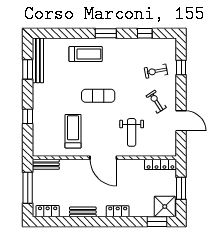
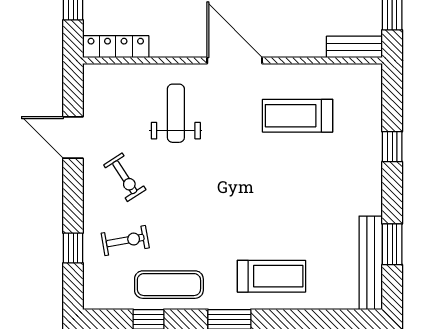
treadmill: (86, 54) -> (271, 276), turned 180
exercise mat: (98, 96) -> (169, 285), moved
treadmill: (73, 131) -> (298, 116), turned 90

